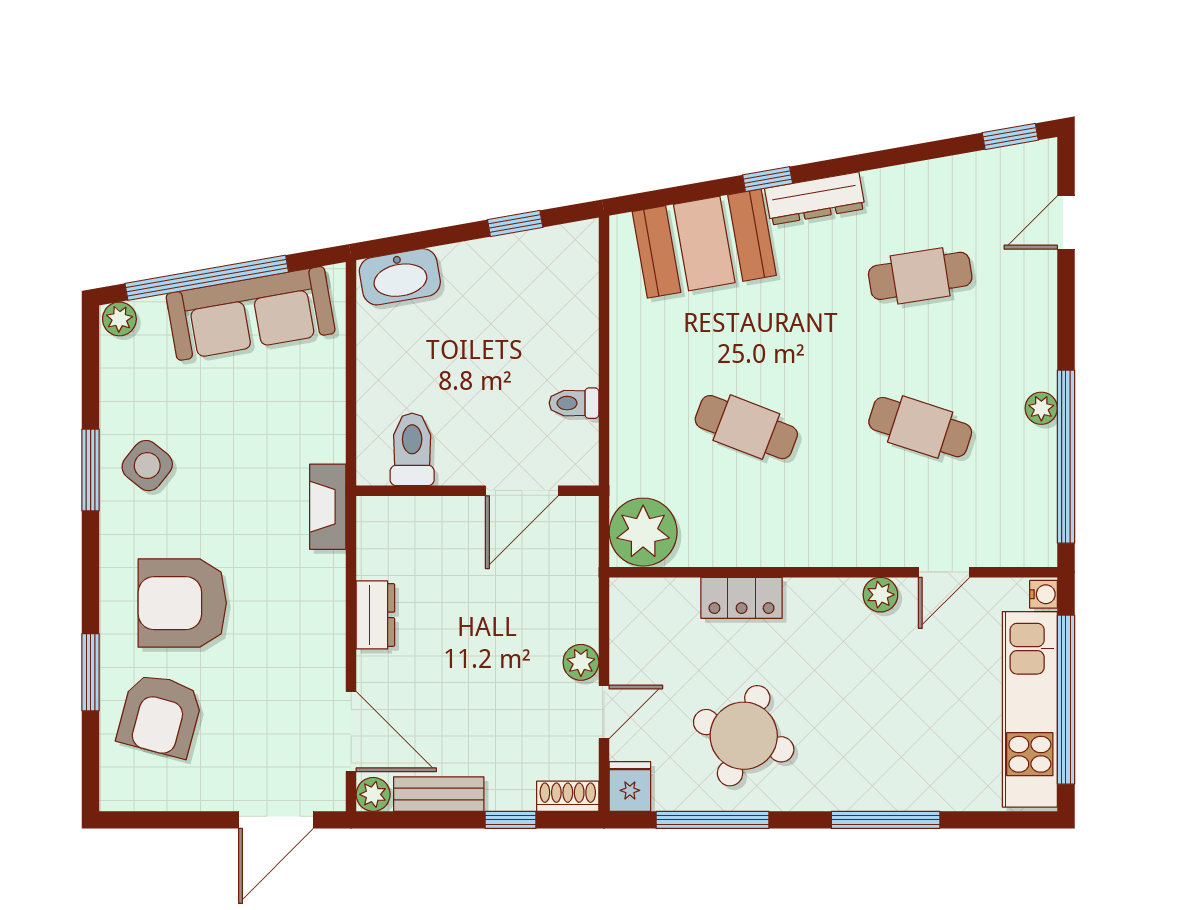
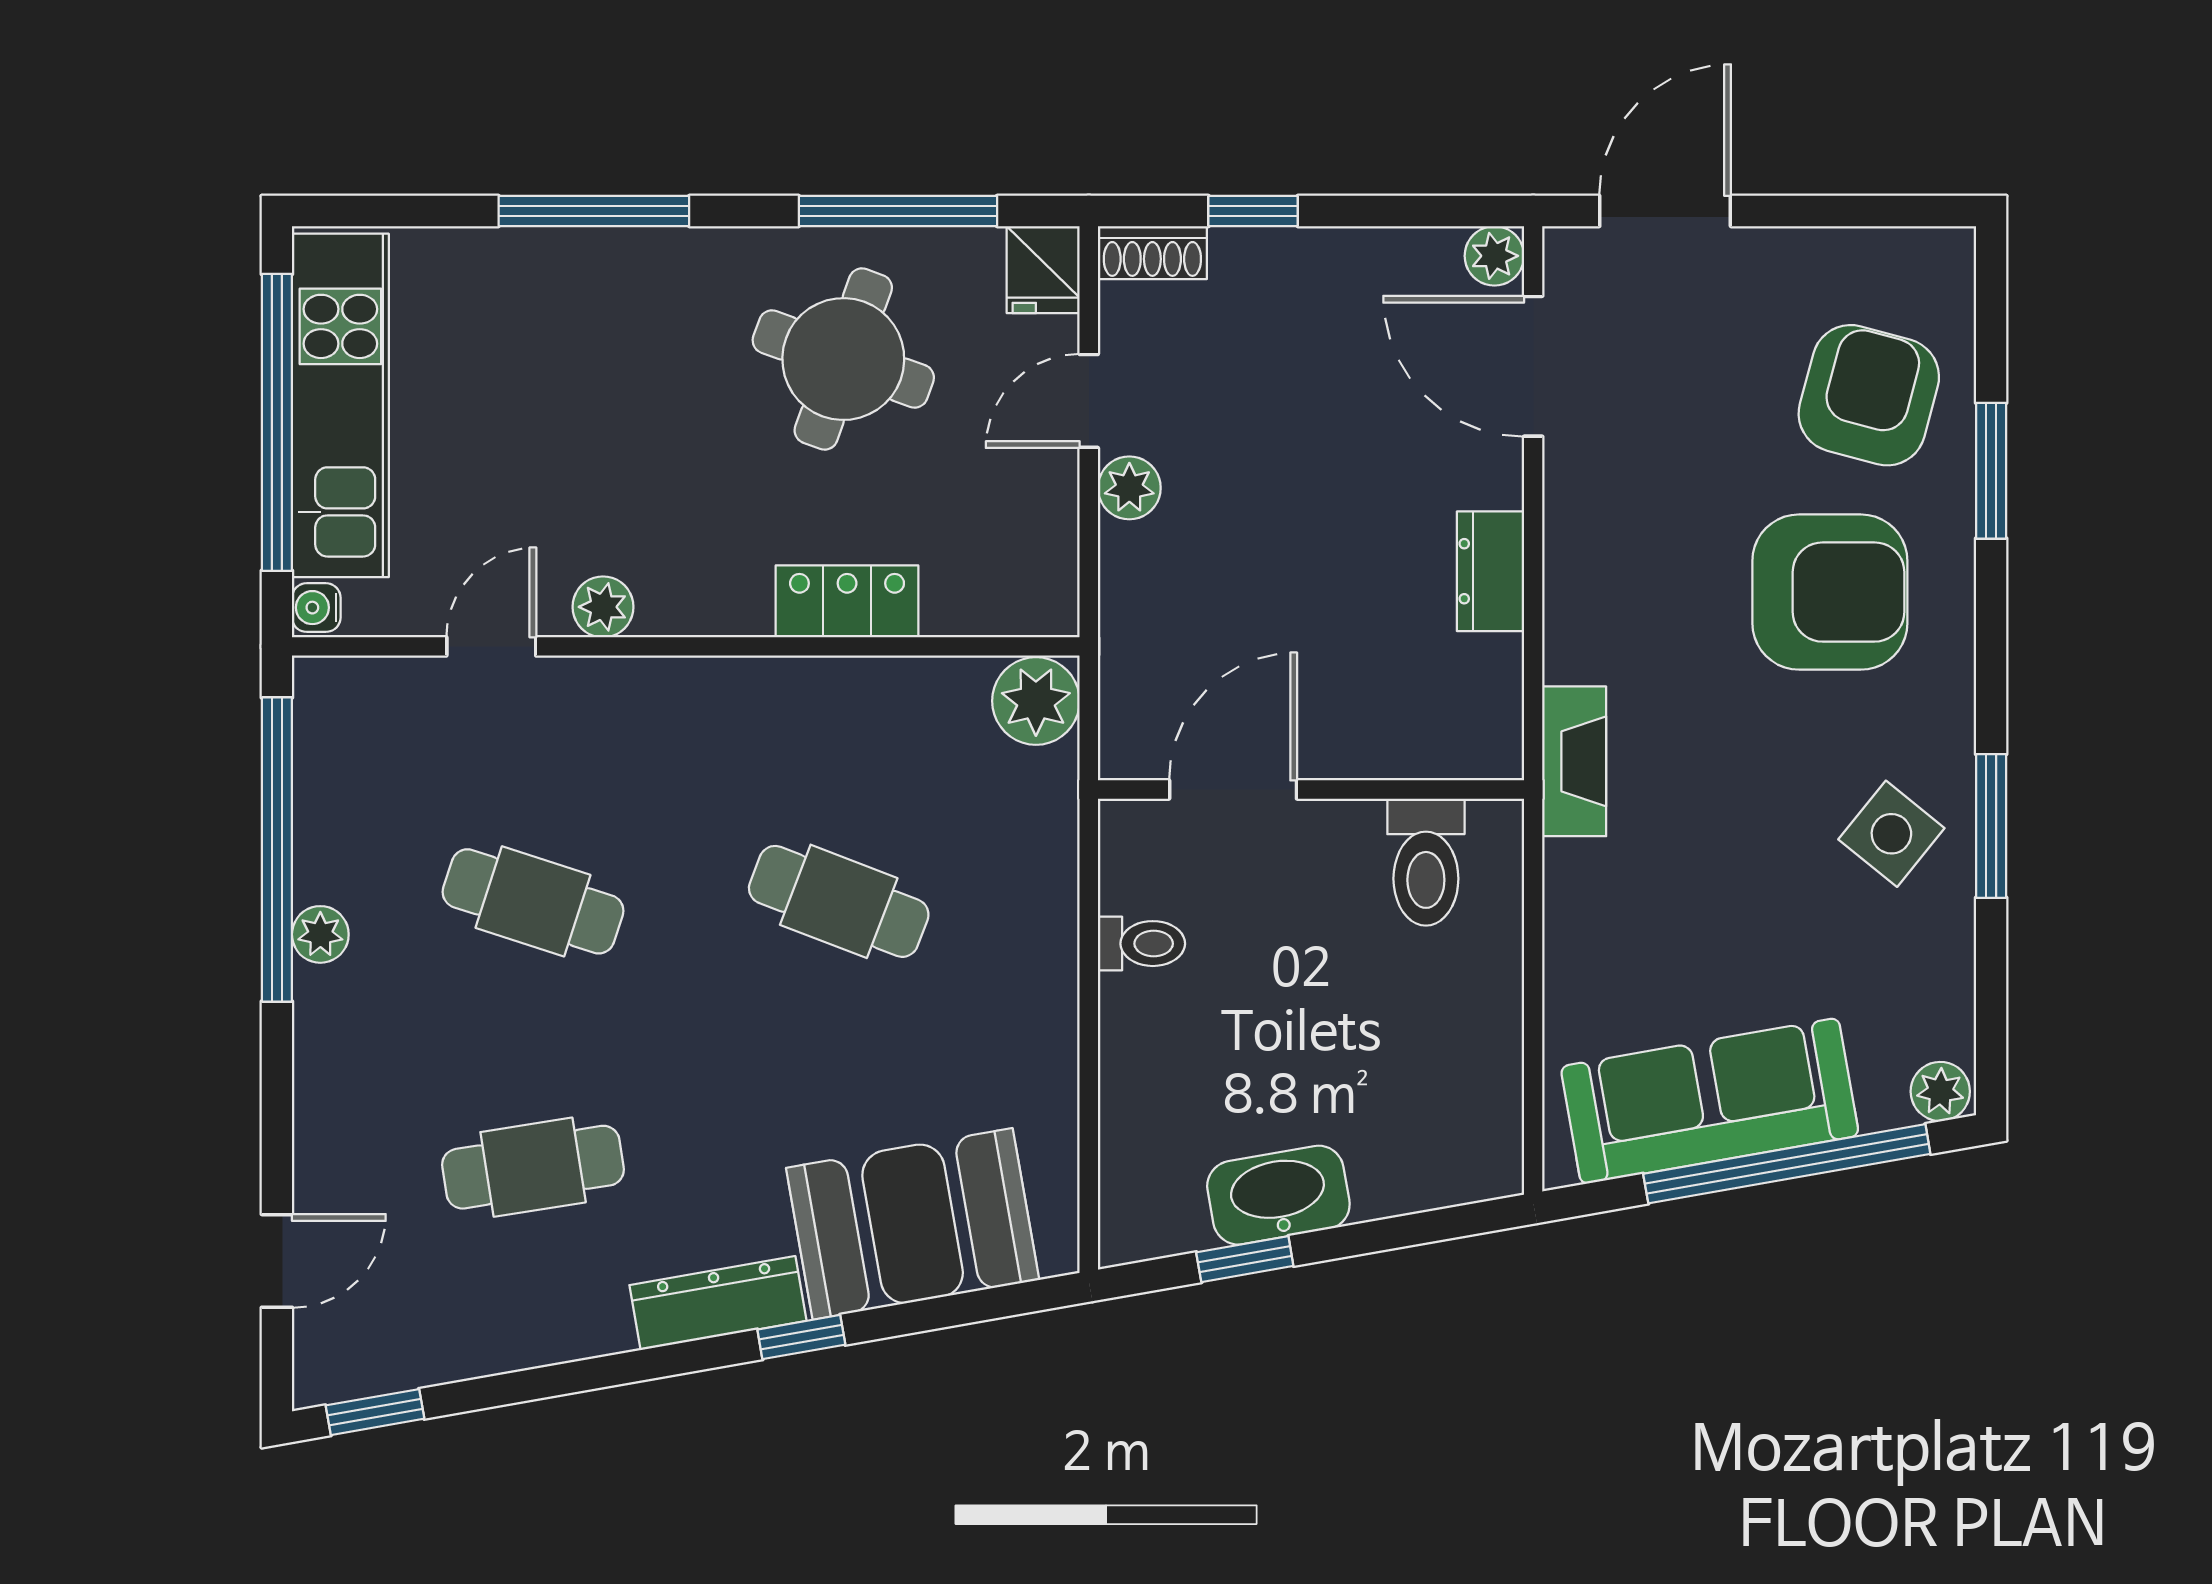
washbasin: (400, 277) -> (1278, 1195), moved
plant: (643, 532) -> (1036, 701), width x0.73, depth x0.73
bench: (439, 794) -> (1379, 256), removed

